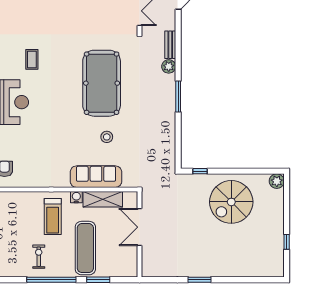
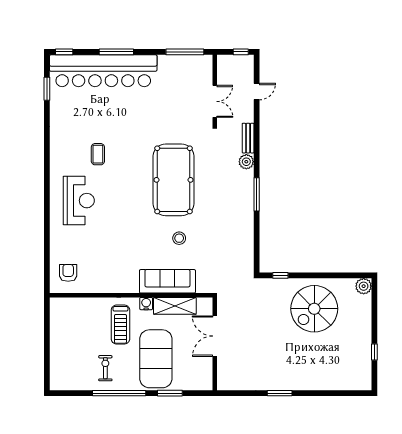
exercise mat: (85, 248) -> (156, 359), width x1.47

